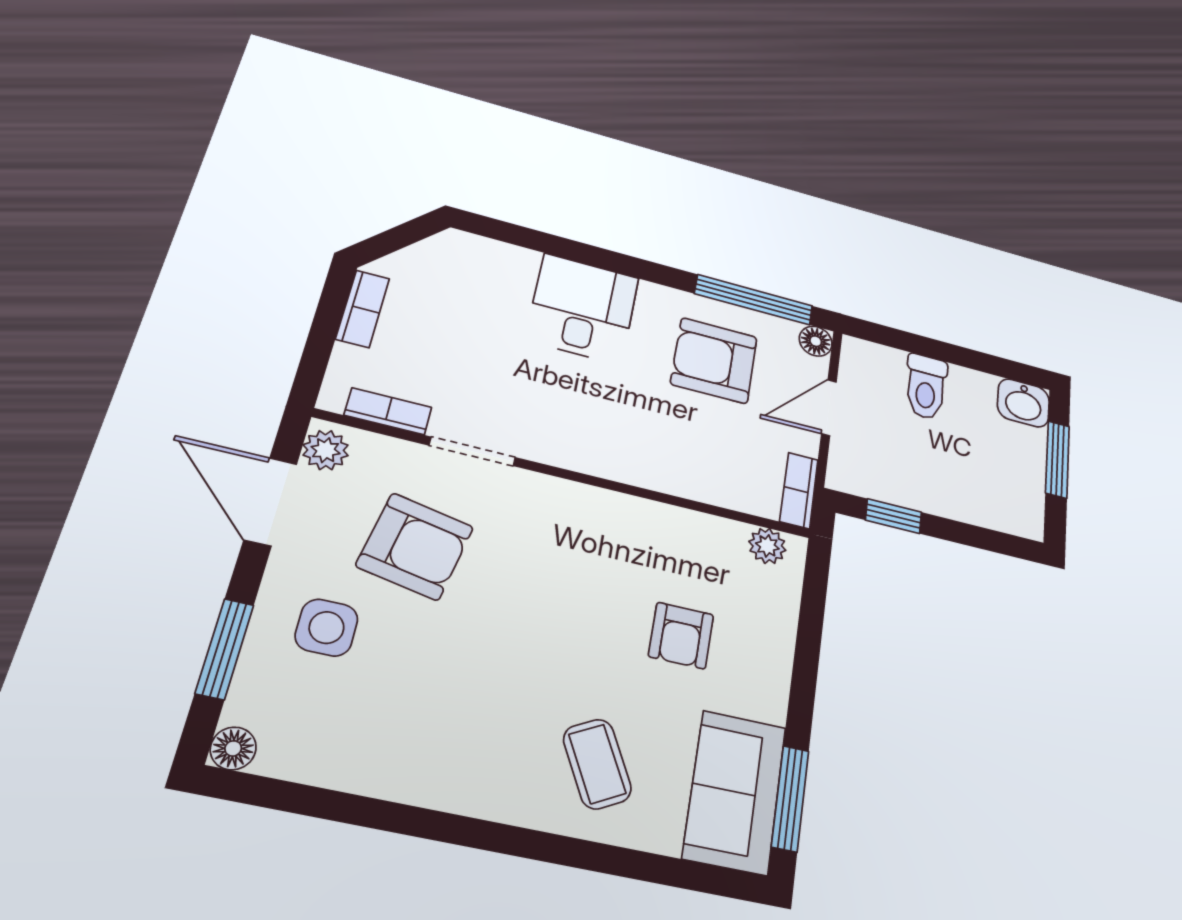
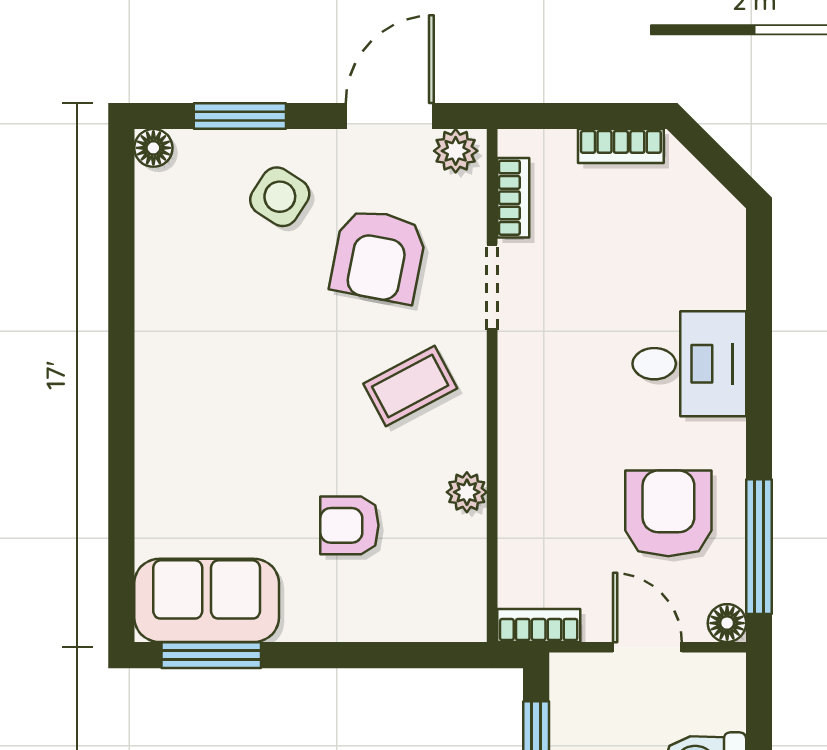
plant: (767, 546) -> (467, 492), moved
side table: (327, 628) -> (280, 197), turned 33
coffee table: (597, 764) -> (410, 386), moved

